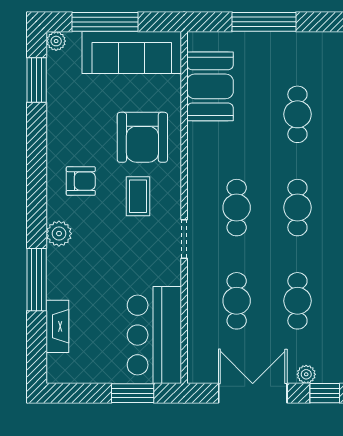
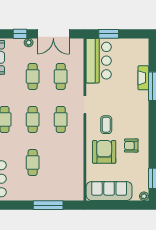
window: (105, 22) -> (121, 205), removed
booth: (210, 86) -> (73, 175), removed
armchair: (81, 181) -> (131, 146), moved
plant: (59, 234) -> (143, 108), removed
fireplace: (57, 326) -> (143, 78), moved

